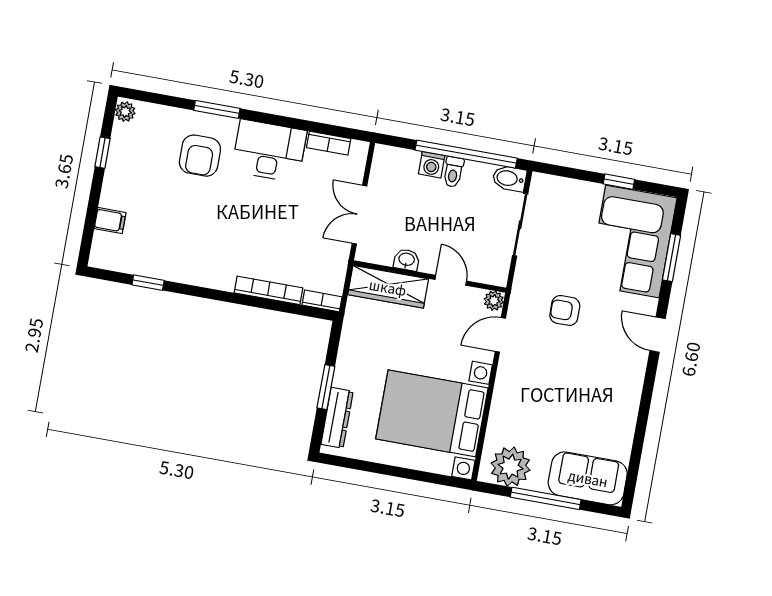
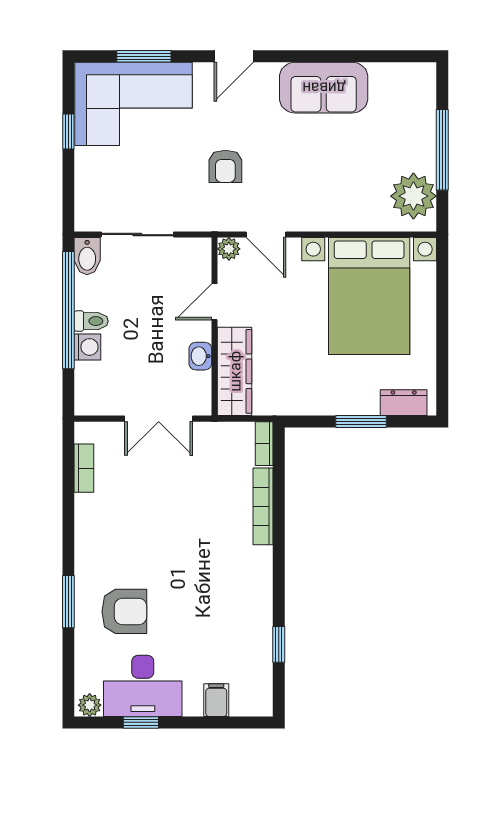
desk: (269, 151) -> (143, 686), moved, turned -90
dresser: (337, 418) -> (404, 403), width x0.70
sofa: (588, 478) -> (324, 88), moved, turned -90

